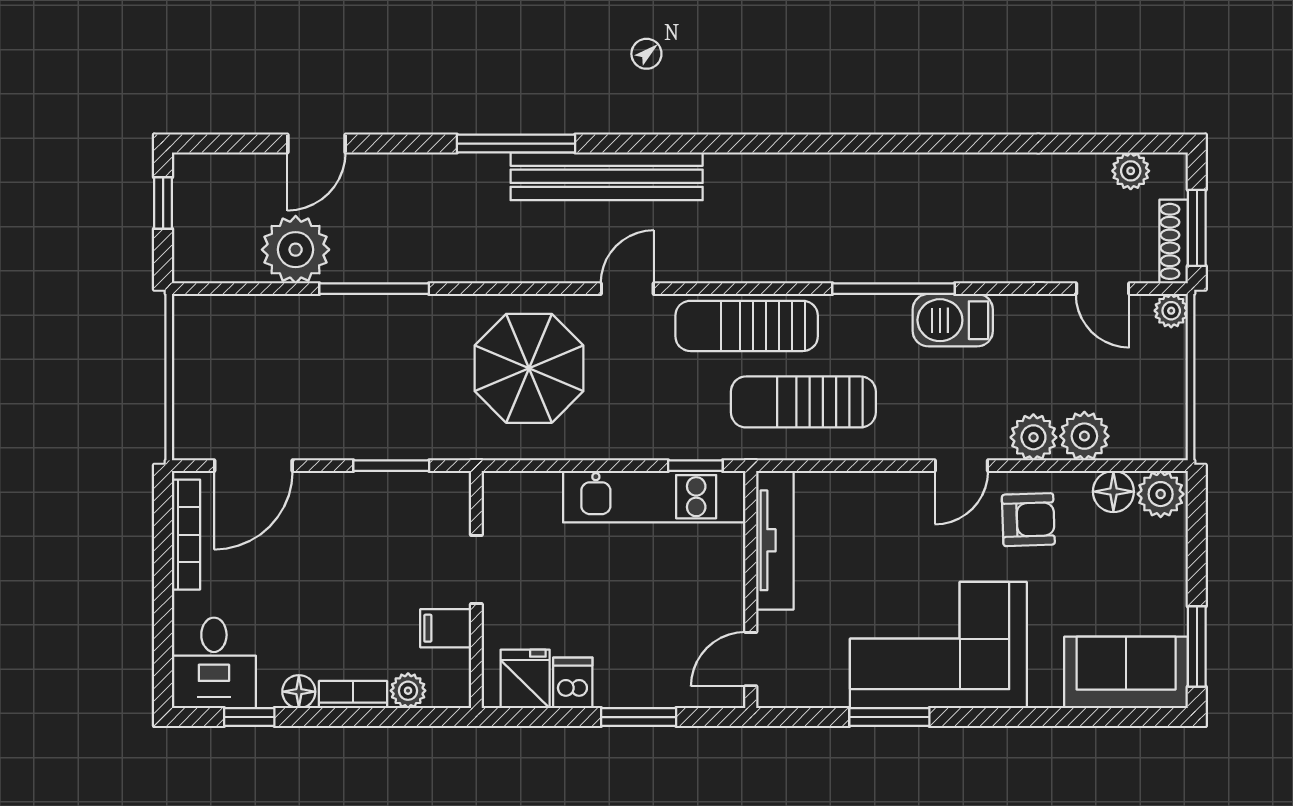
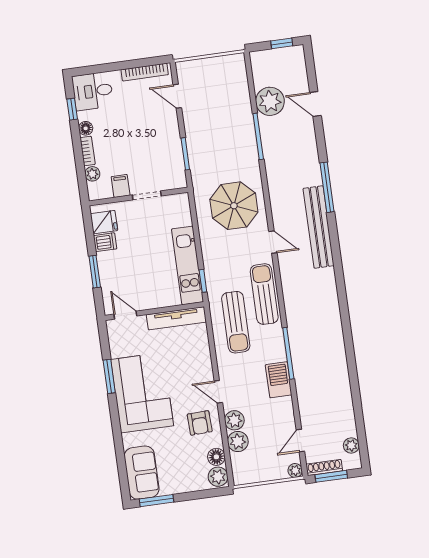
sun lounger: (803, 402) -> (236, 322), turned 180
door: (253, 466) -> (177, 96), width x0.73

